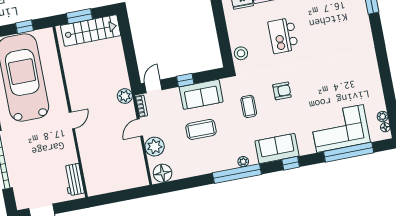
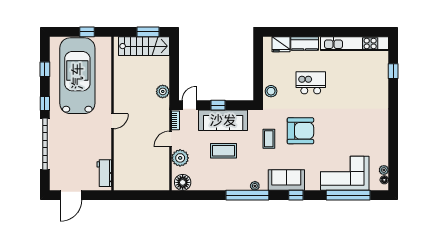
window: (79, 16) -> (148, 32), moved
kitchen island: (283, 36) -> (311, 83), turned 90
armchair: (282, 91) -> (300, 131), width x1.88, depth x1.88
sofa: (201, 94) -> (223, 120), width x1.36
plant: (125, 96) -> (163, 91), moved

